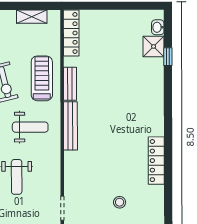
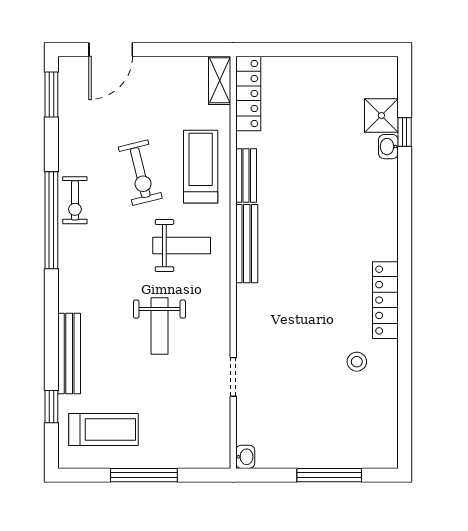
shelving: (32, 17) -> (220, 80), moved, turned 90
washbasin: (158, 27) -> (388, 147), moved
stool: (120, 202) -> (357, 362), moved

